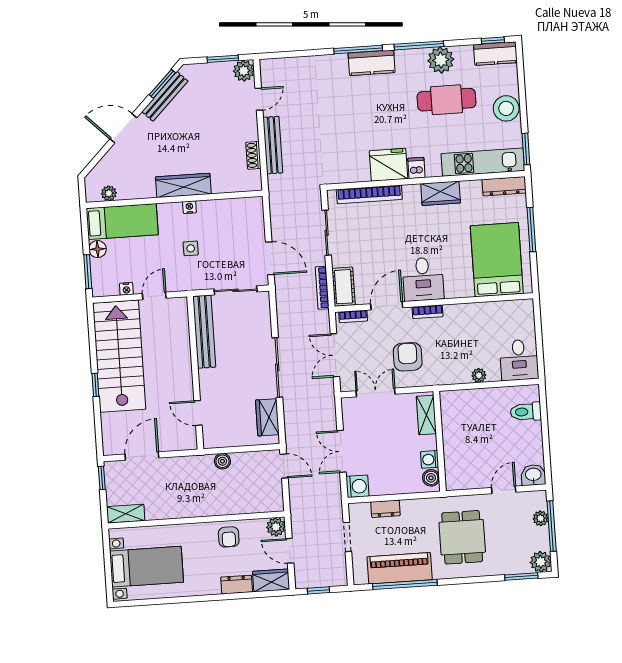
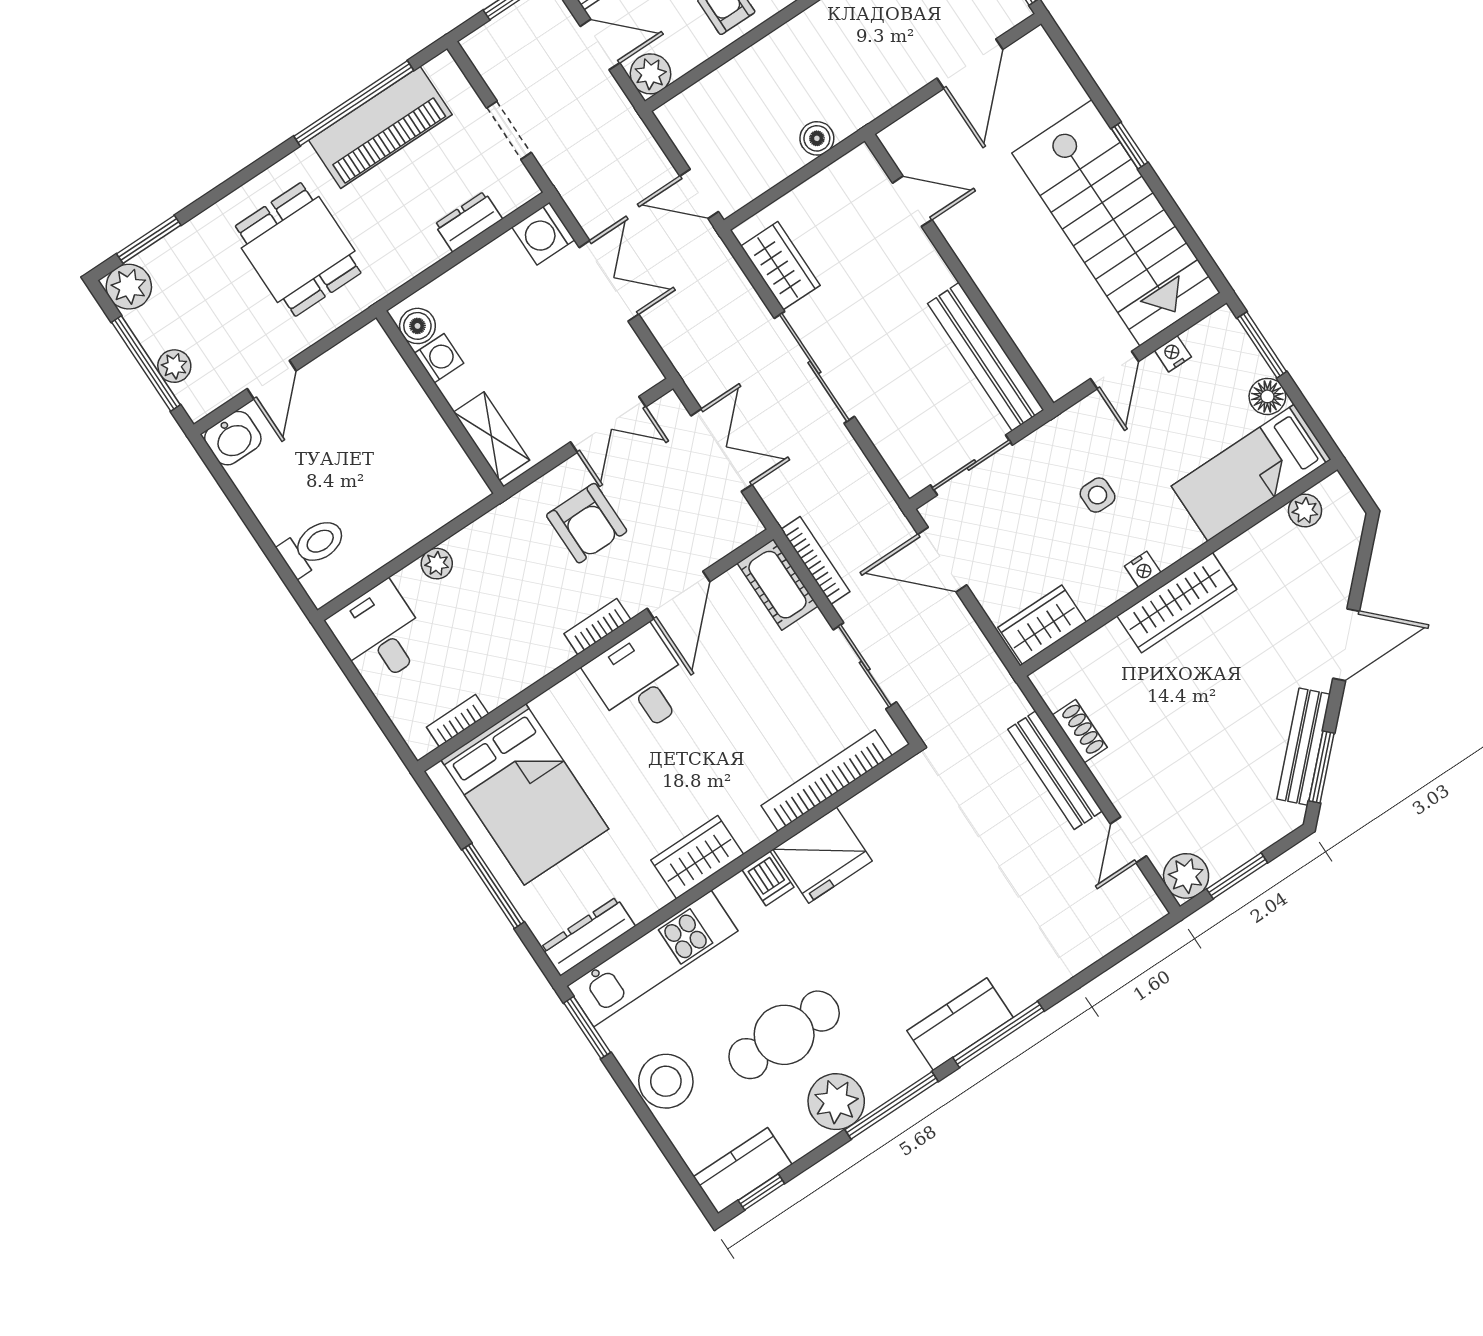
wardrobe: (244, 208) -> (1042, 625), added
bookcase: (353, 316) -> (458, 721), moved

